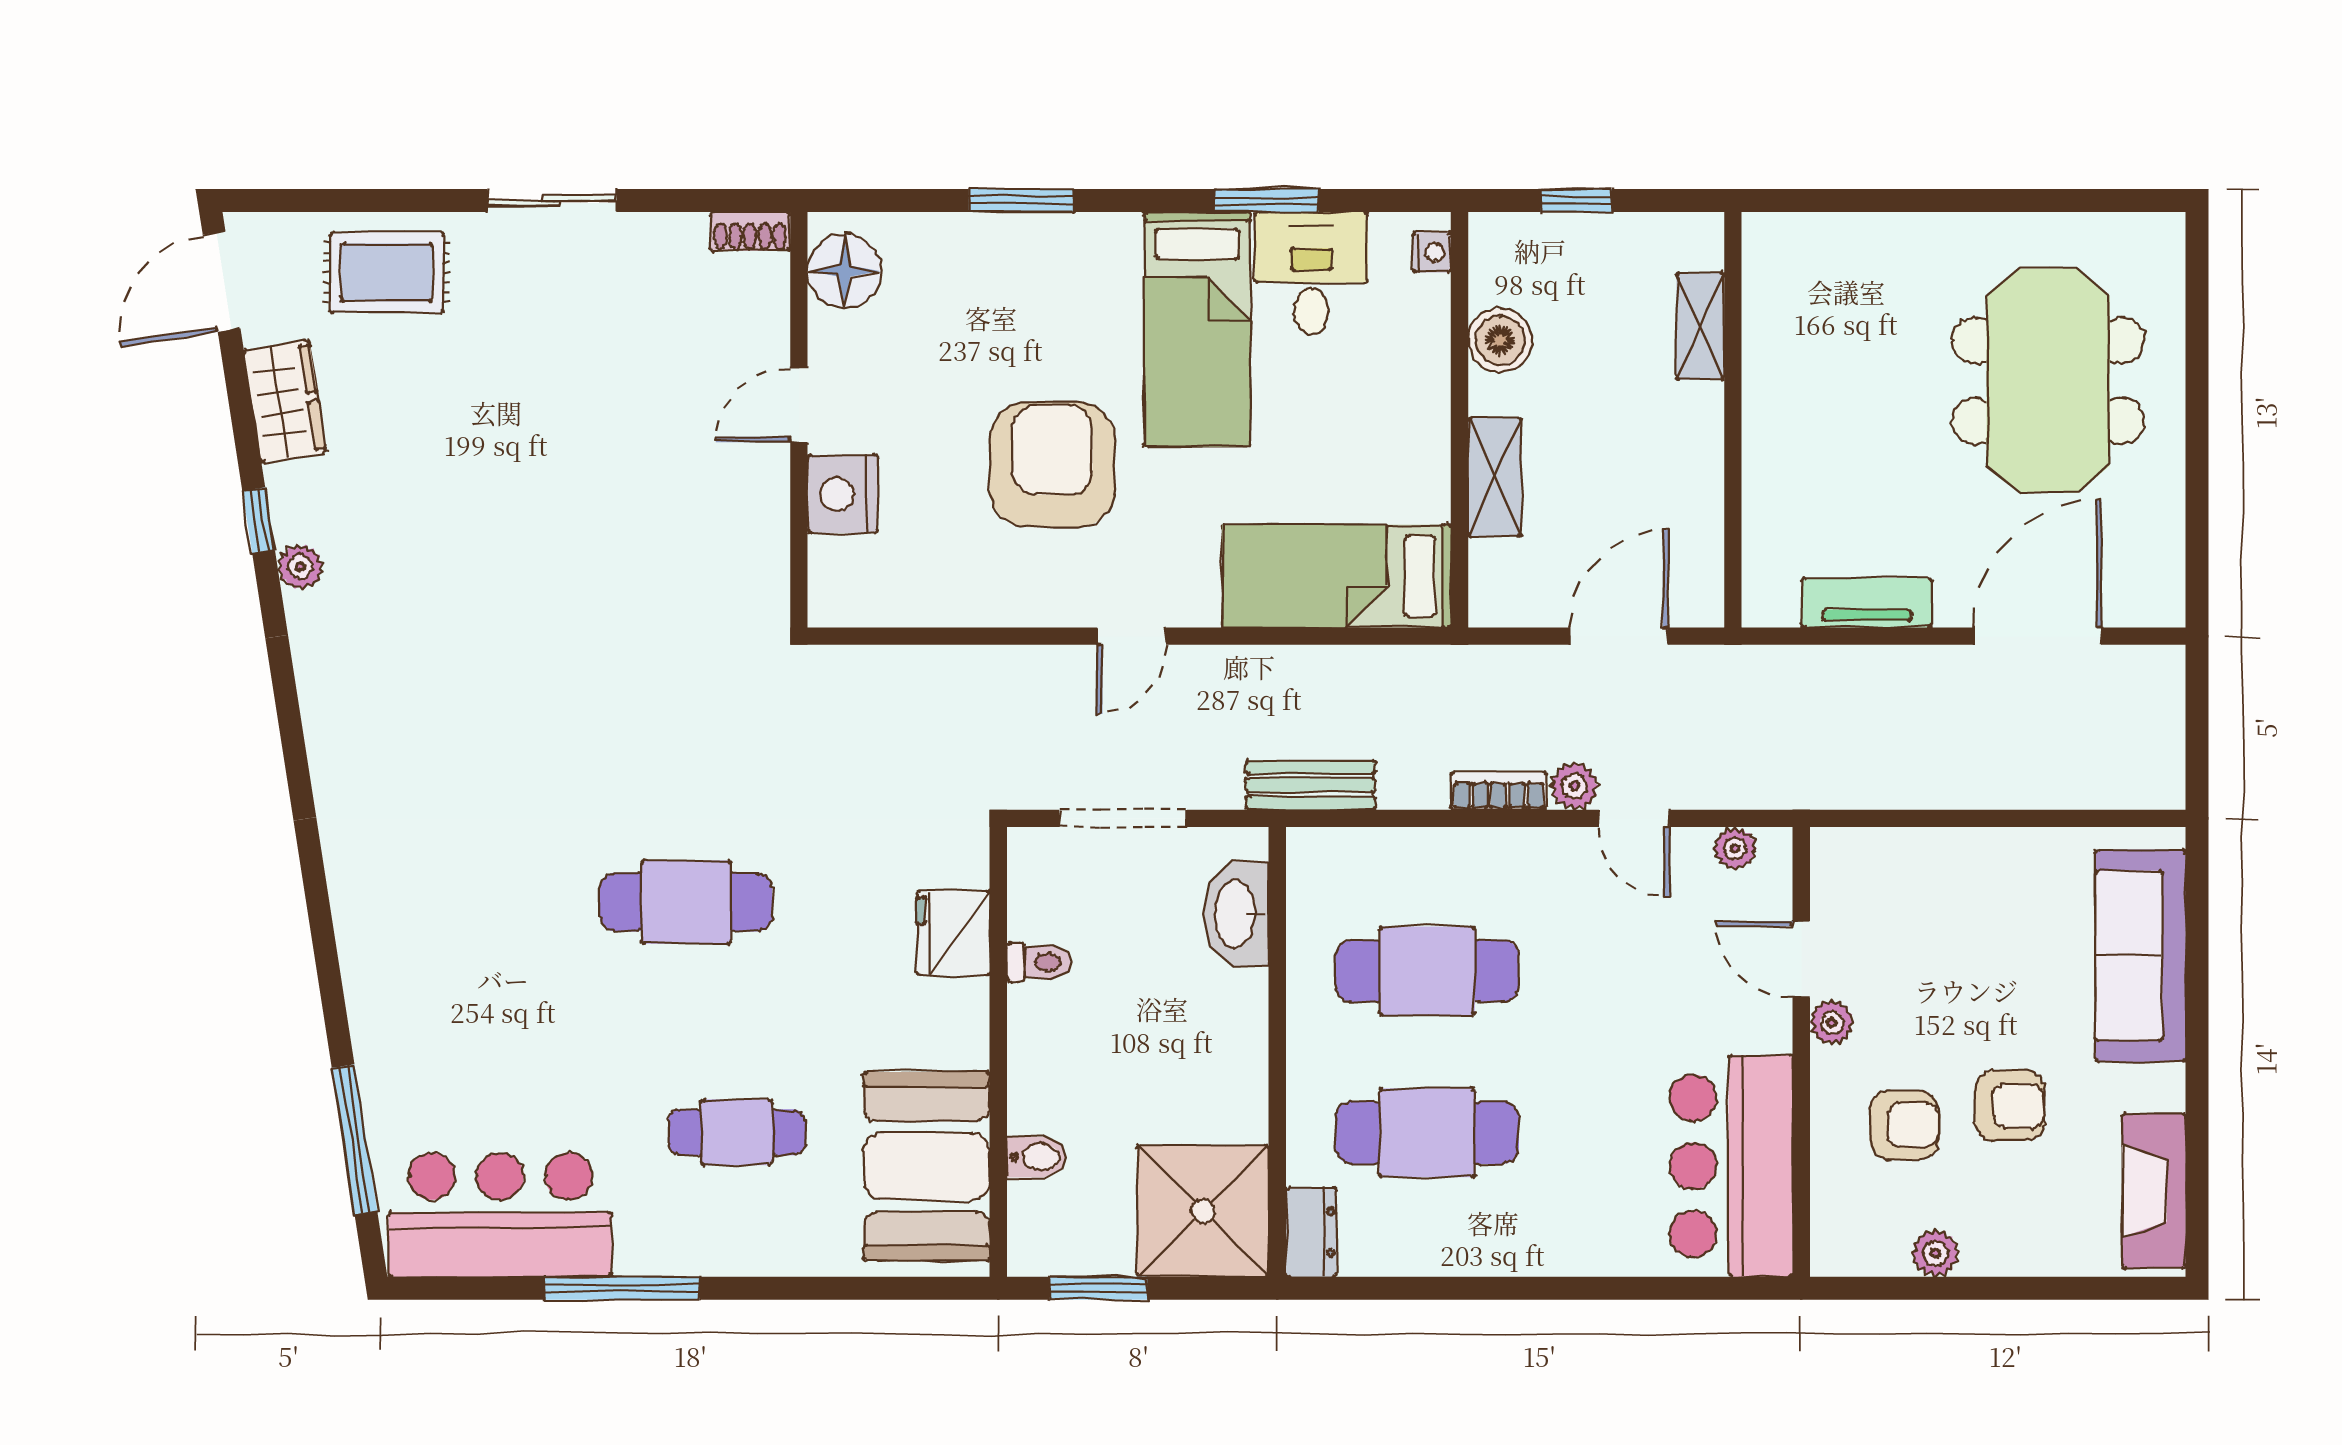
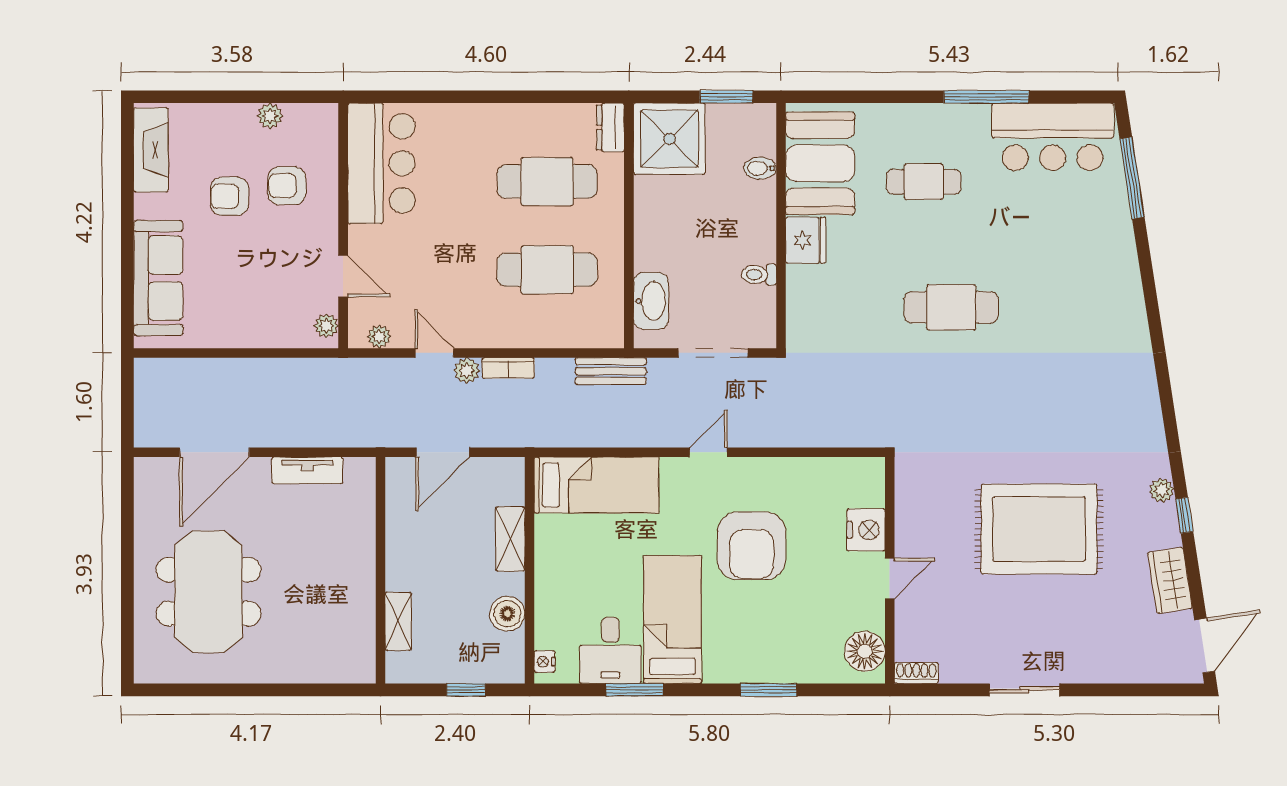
rug: (387, 272) -> (1039, 529), moved, width x1.86, depth x2.06
fridge: (953, 933) -> (806, 240), moved
plant: (1832, 1023) -> (326, 326), moved

